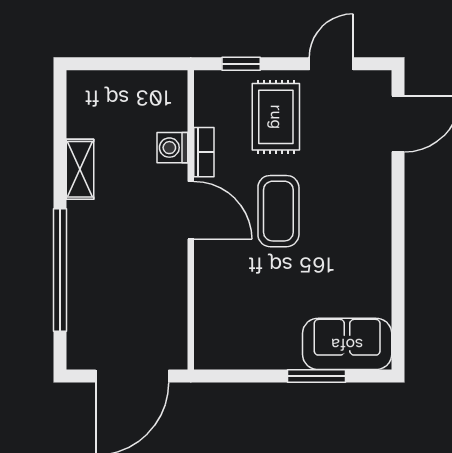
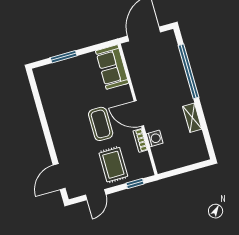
sofa: (347, 344) -> (112, 67), moved, turned 90

